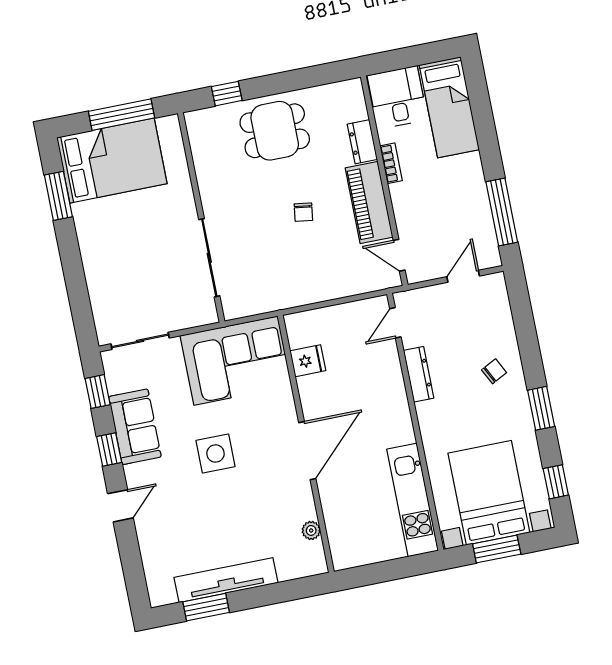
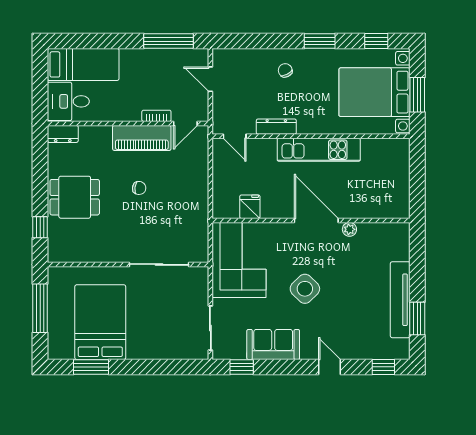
dining table: (275, 131) -> (75, 197), turned 90
dresser: (362, 142) -> (63, 134), moved
bed: (112, 161) -> (100, 322), moved
bookcase: (391, 163) -> (156, 116), moved
window: (109, 449) -> (383, 367), moved
side table: (216, 454) -> (305, 289), turned 45
kitchen unit: (413, 500) -> (319, 150), moved
plant: (311, 530) -> (349, 229), moved

